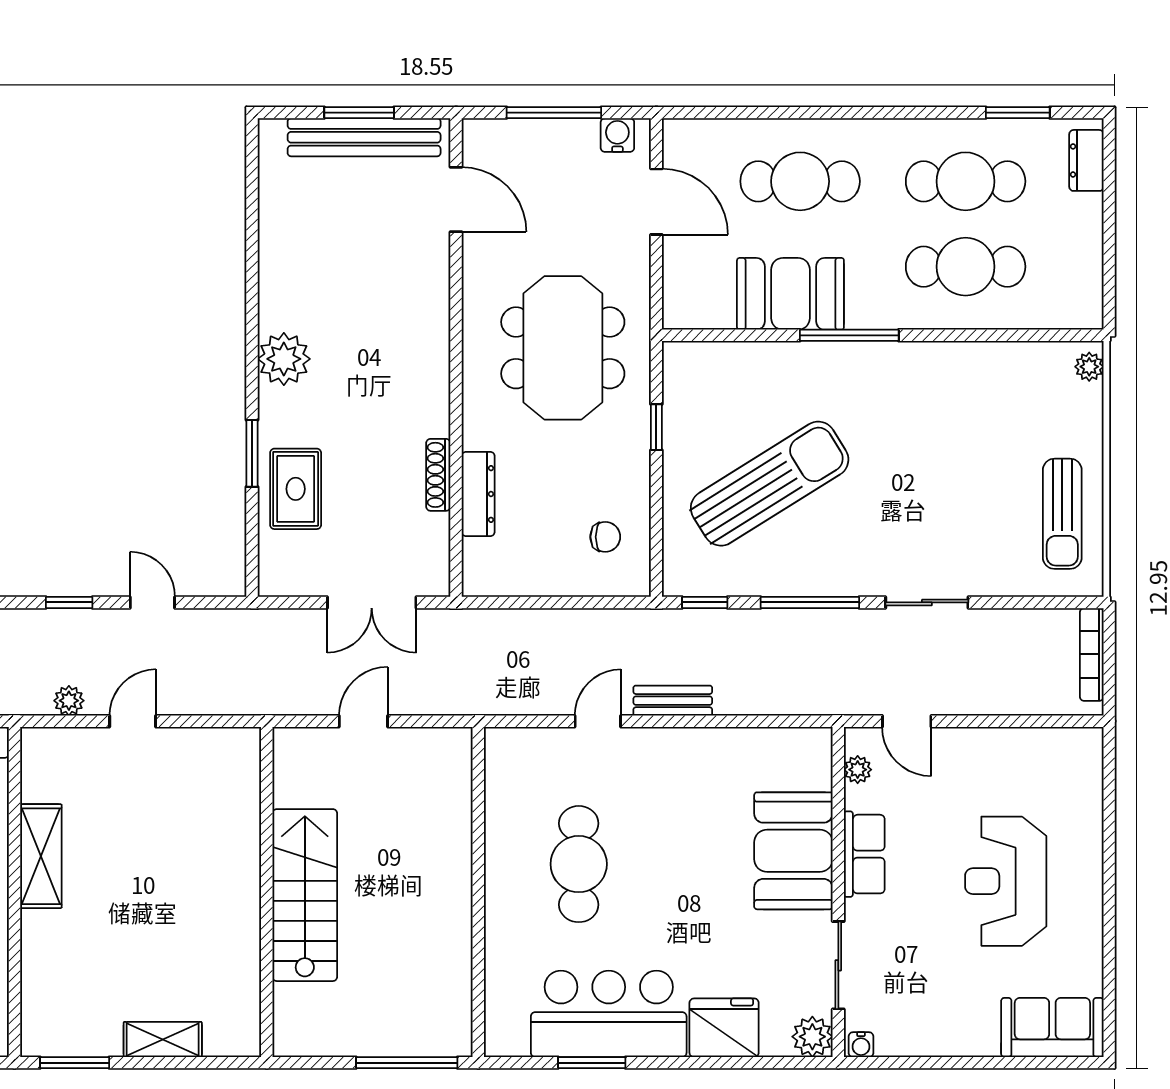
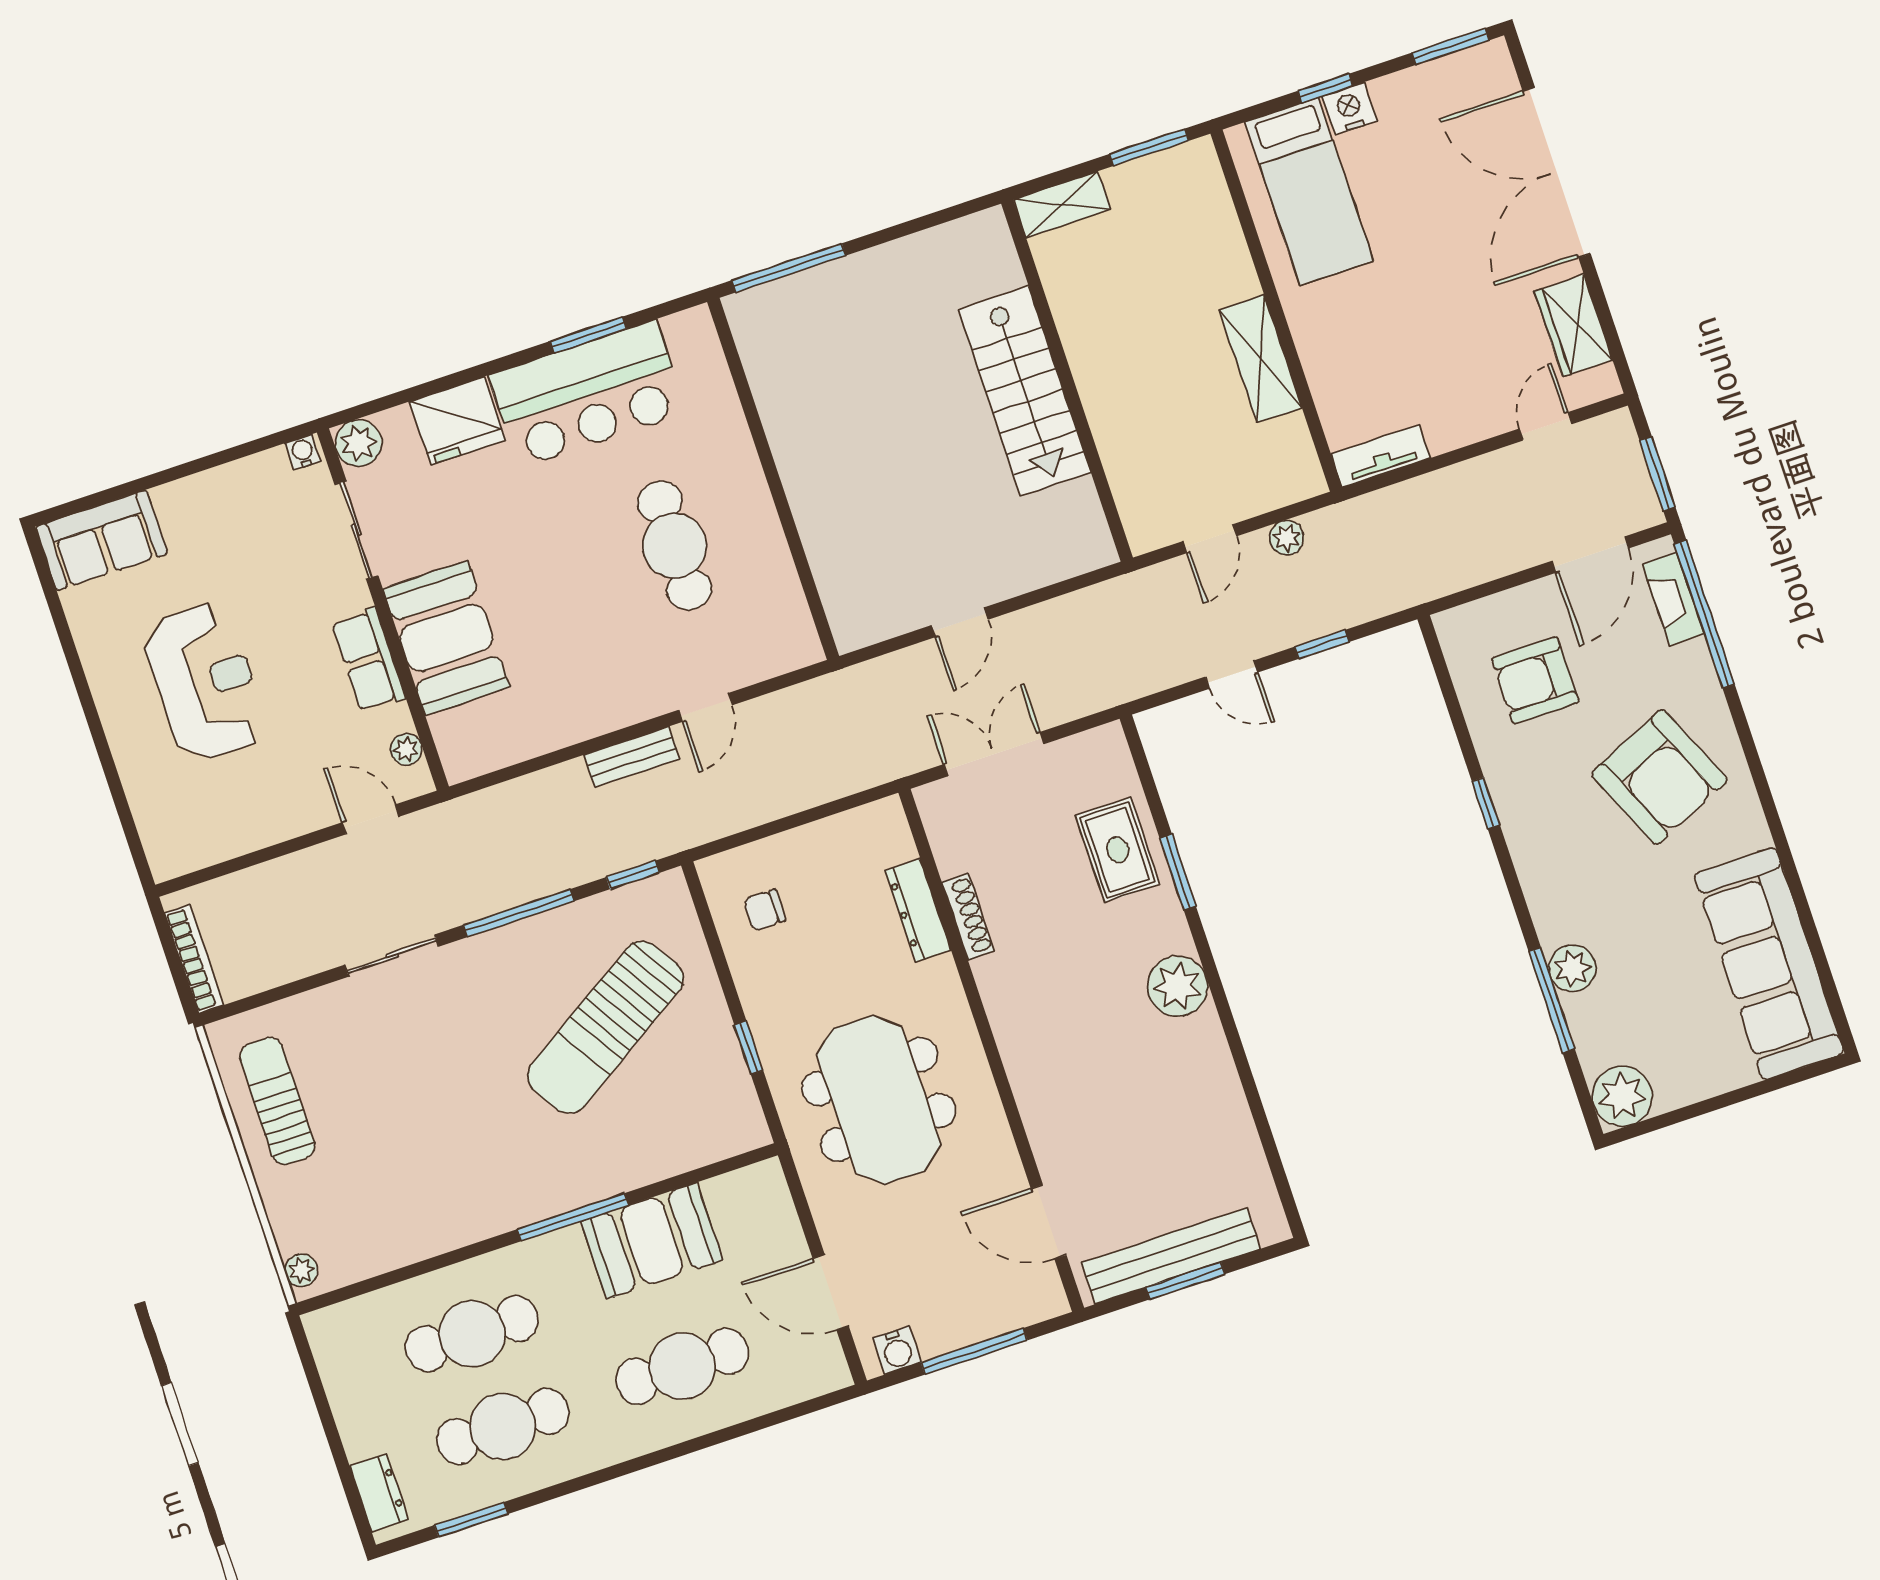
wall: (267, 892) -> (1067, 381), moved
stairs: (305, 895) -> (1025, 391), moved

